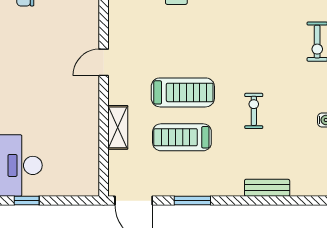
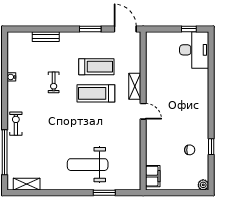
door: (104, 62) -> (143, 111), hinge flipped
shelving: (118, 127) -> (135, 86), moved

